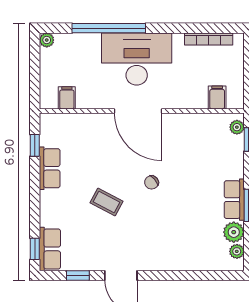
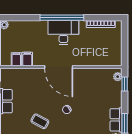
window: (109, 28) -> (62, 18), moved
desk: (137, 59) -> (63, 32), width x0.73, depth x0.77
filing cabinet: (217, 97) -> (27, 59), moved

